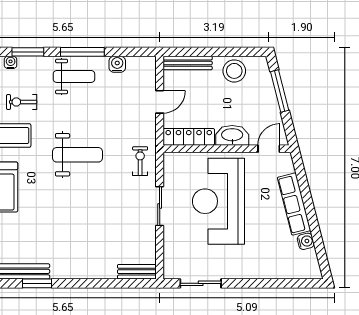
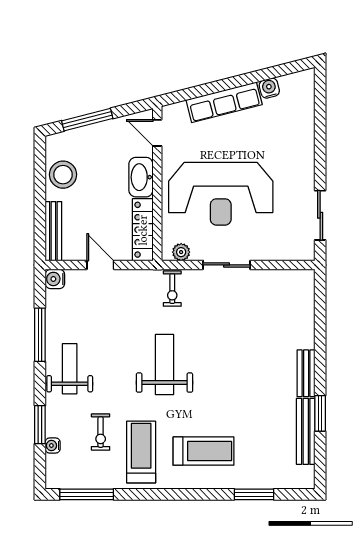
window: (82, 52) -> (40, 335), moved
water cooler: (117, 64) -> (55, 279), moved
exercise bike: (140, 161) -> (172, 289), turned -90
plant: (170, 168) -> (181, 252), added
bench: (137, 272) -> (306, 373), moved

